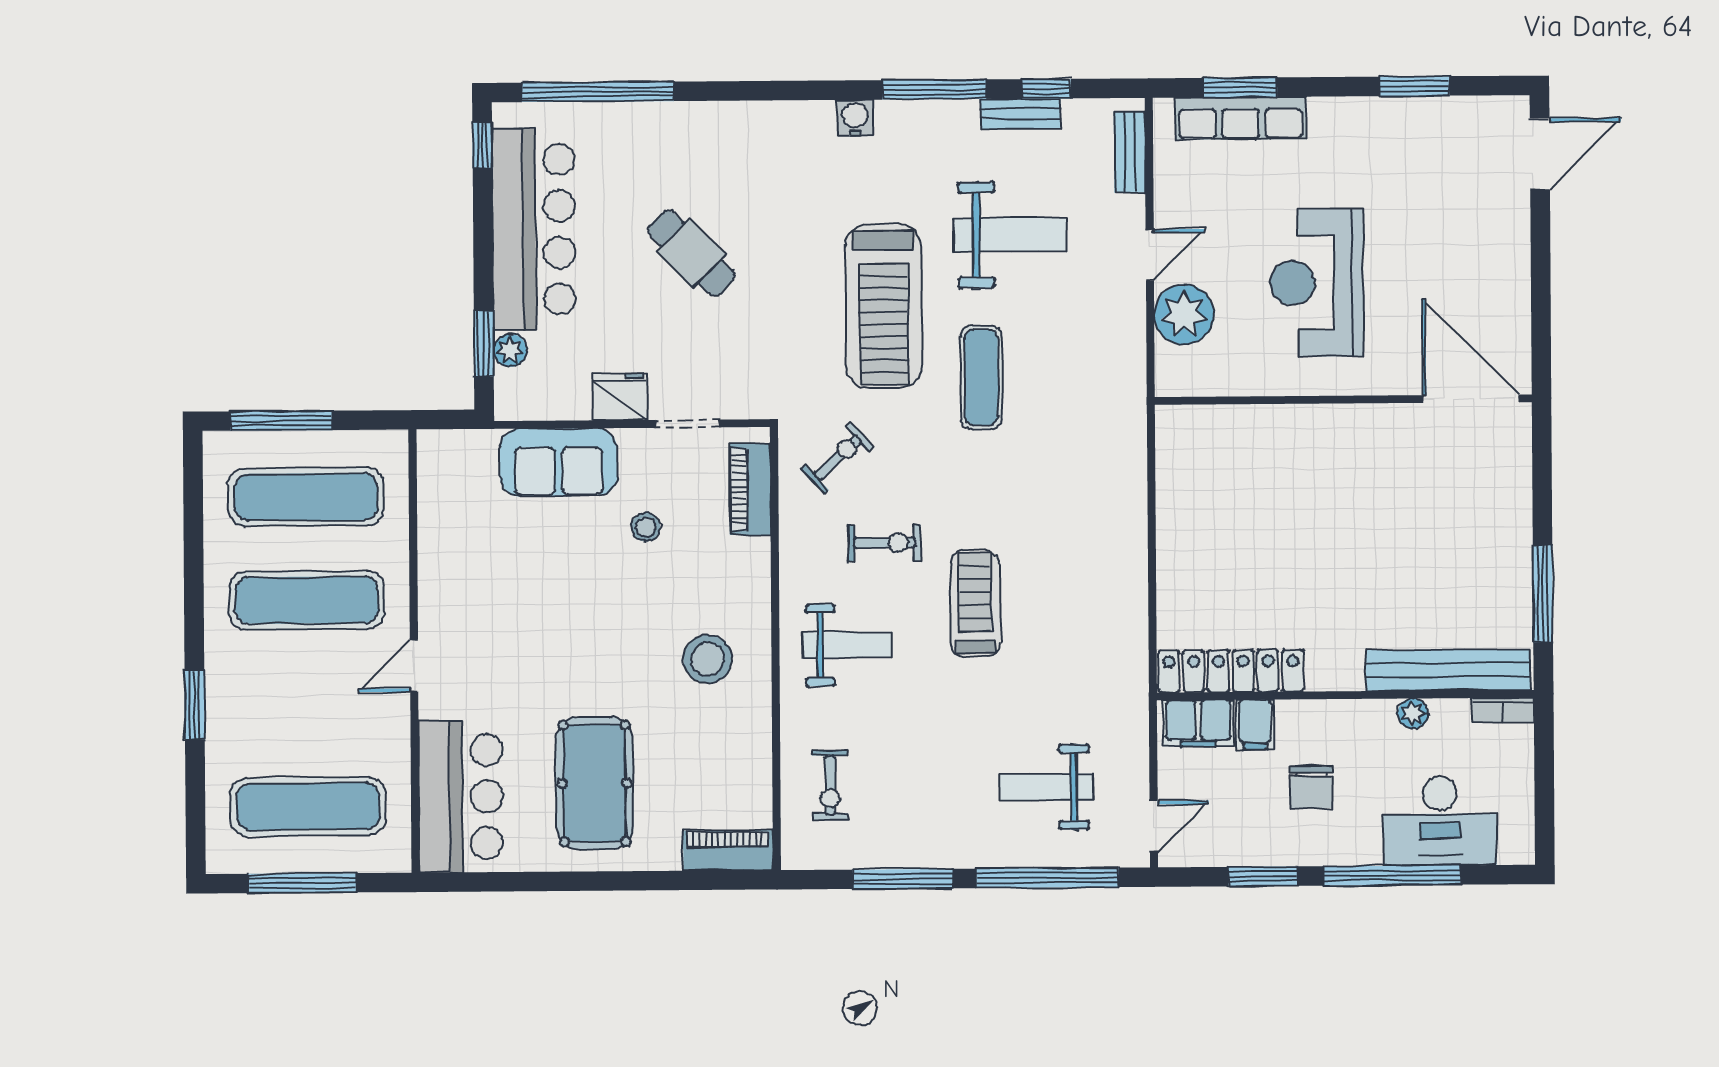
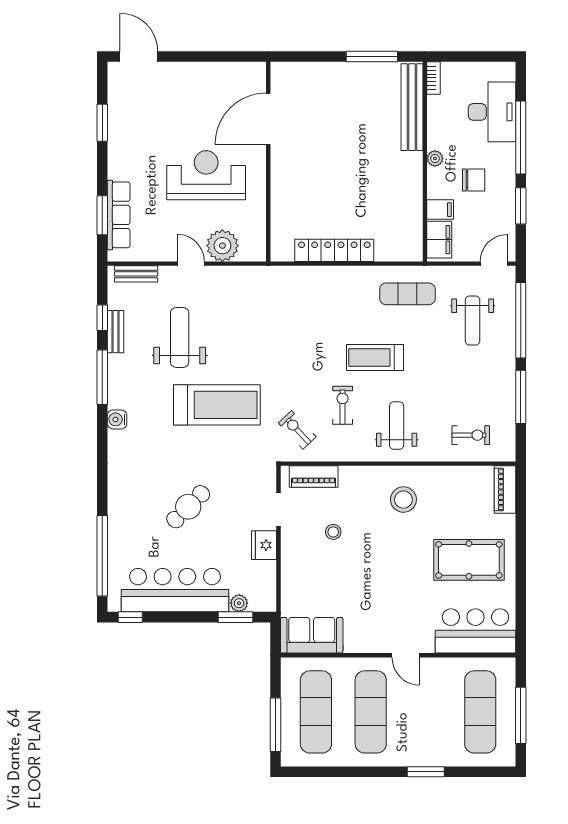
reception desk: (1317, 283) -> (206, 175), turned 180
exercise mat: (981, 377) -> (407, 294), moved
door: (1471, 399) -> (268, 119), moved
sofa: (558, 462) -> (312, 635), moved, turned -90
locker: (1231, 671) -> (334, 250), moved, turned 90
plant: (1413, 714) -> (435, 158), moved
door: (1154, 826) -> (494, 264), hinge flipped

